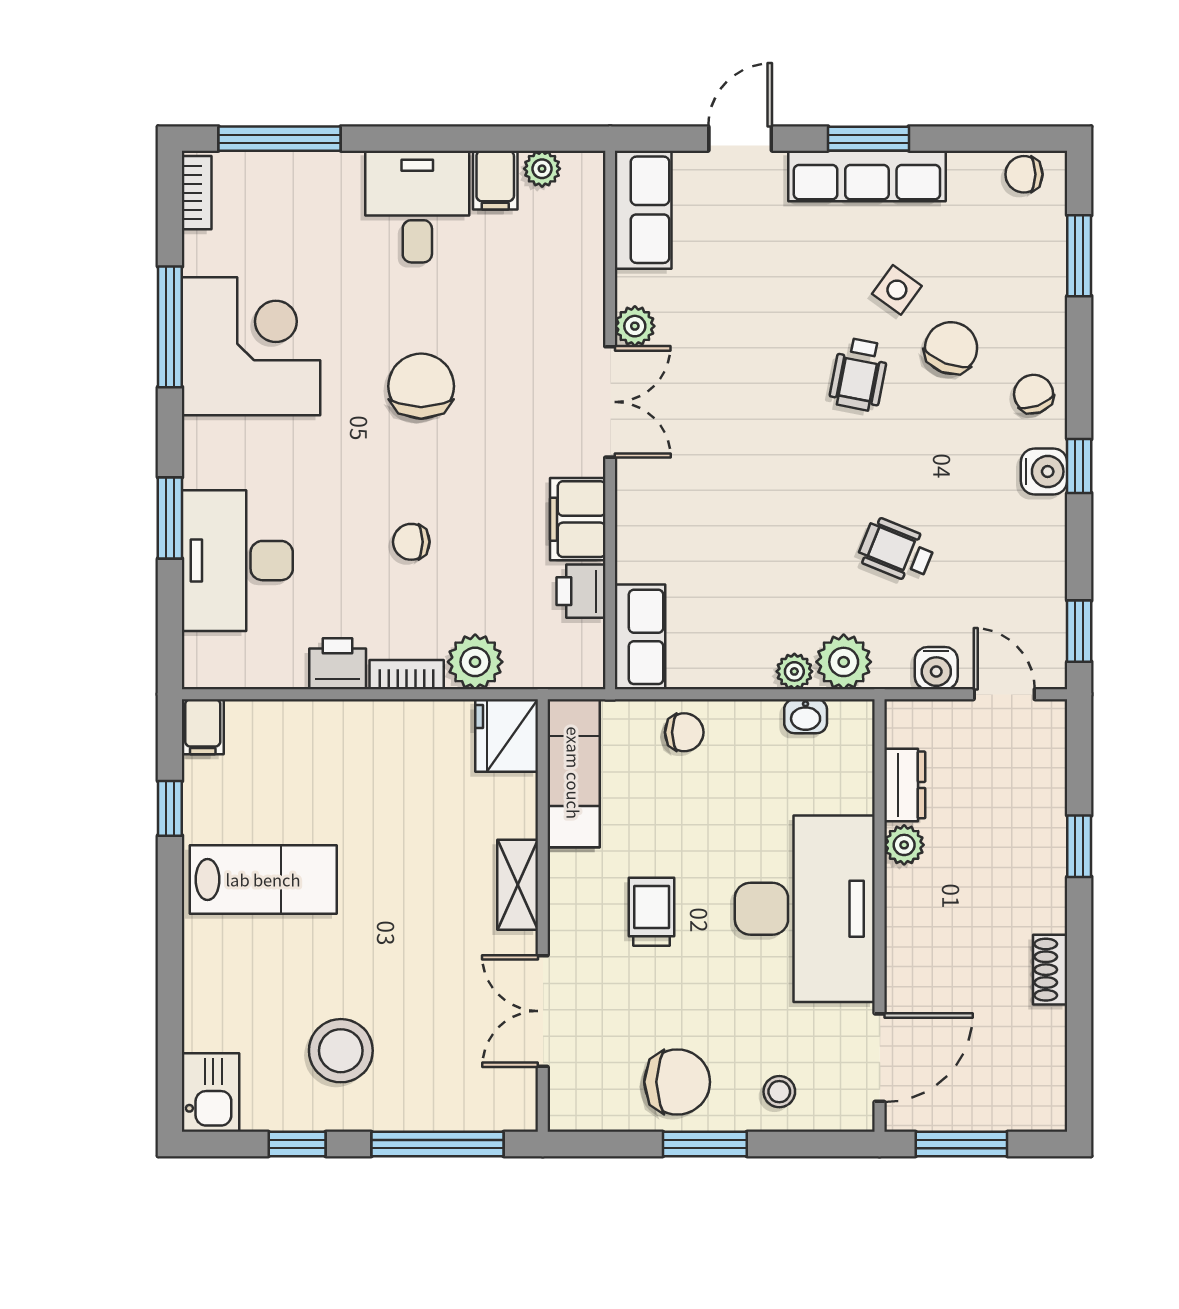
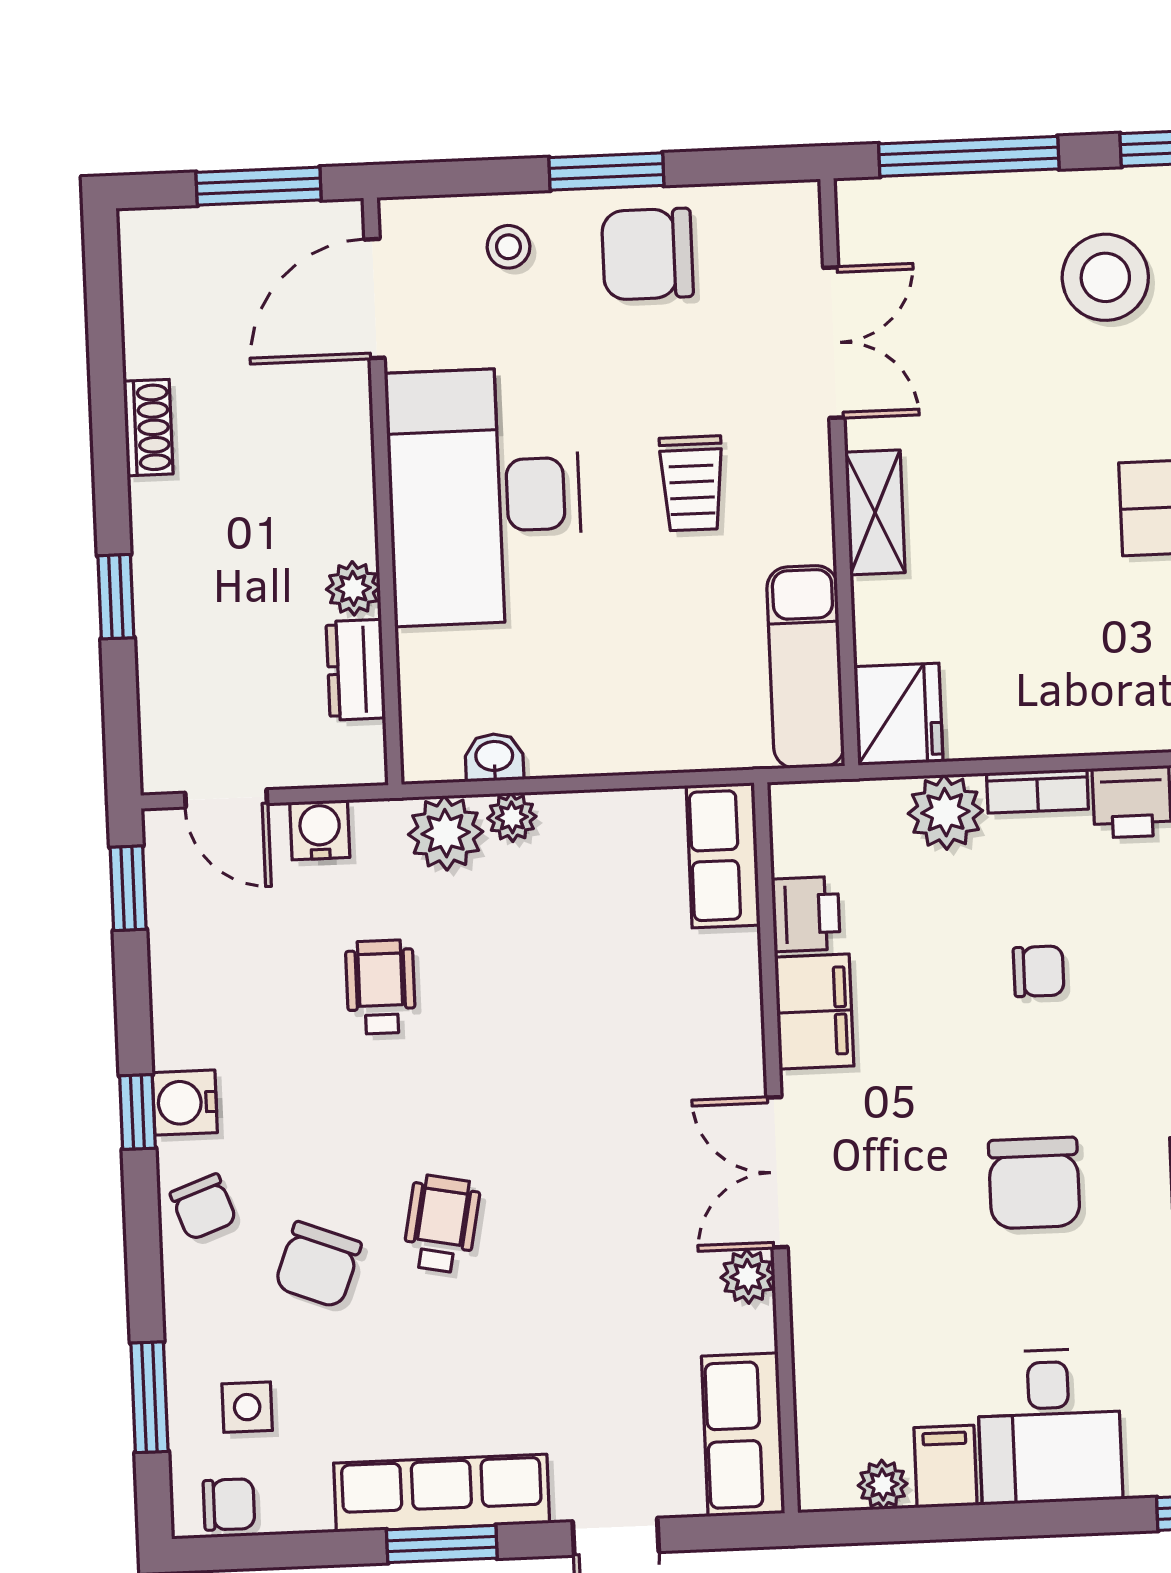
side table: (897, 290) -> (247, 1407), moved, turned -36
wheelchair: (896, 551) -> (381, 987), turned -112
chair: (684, 732) -> (658, 729), removed

